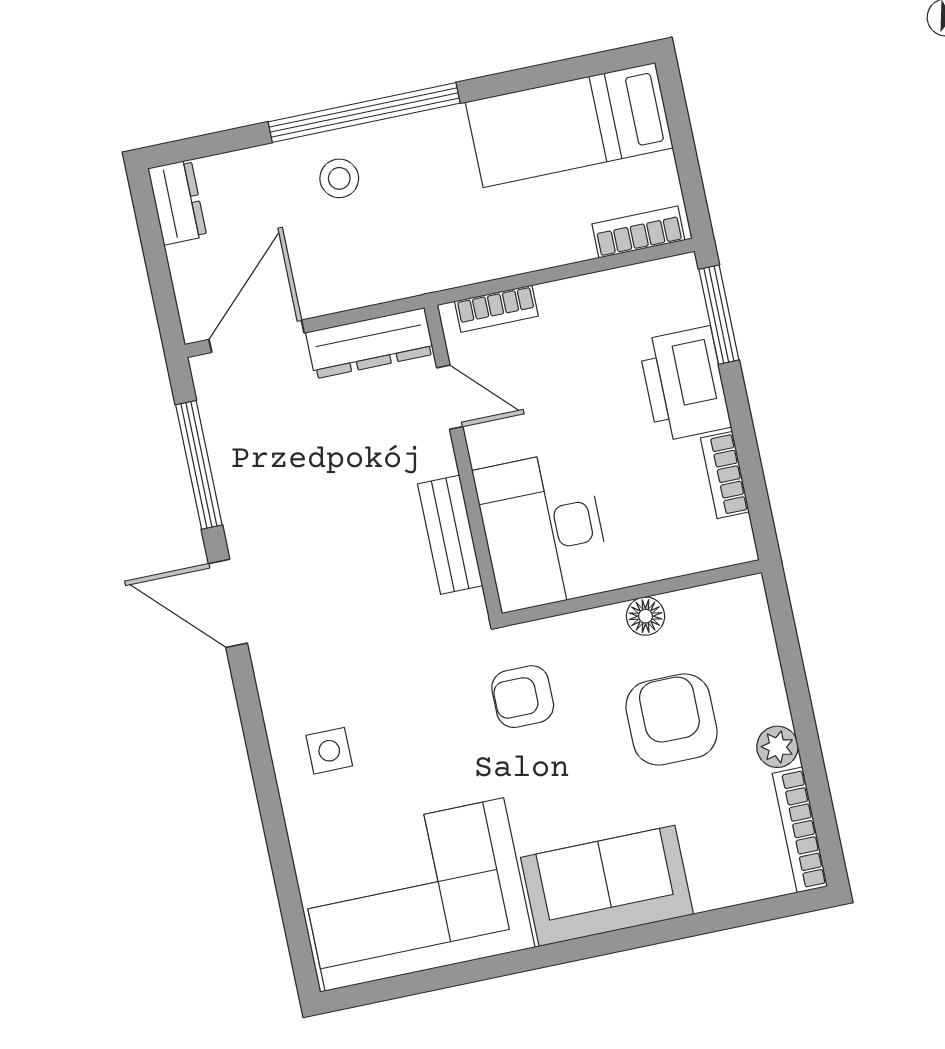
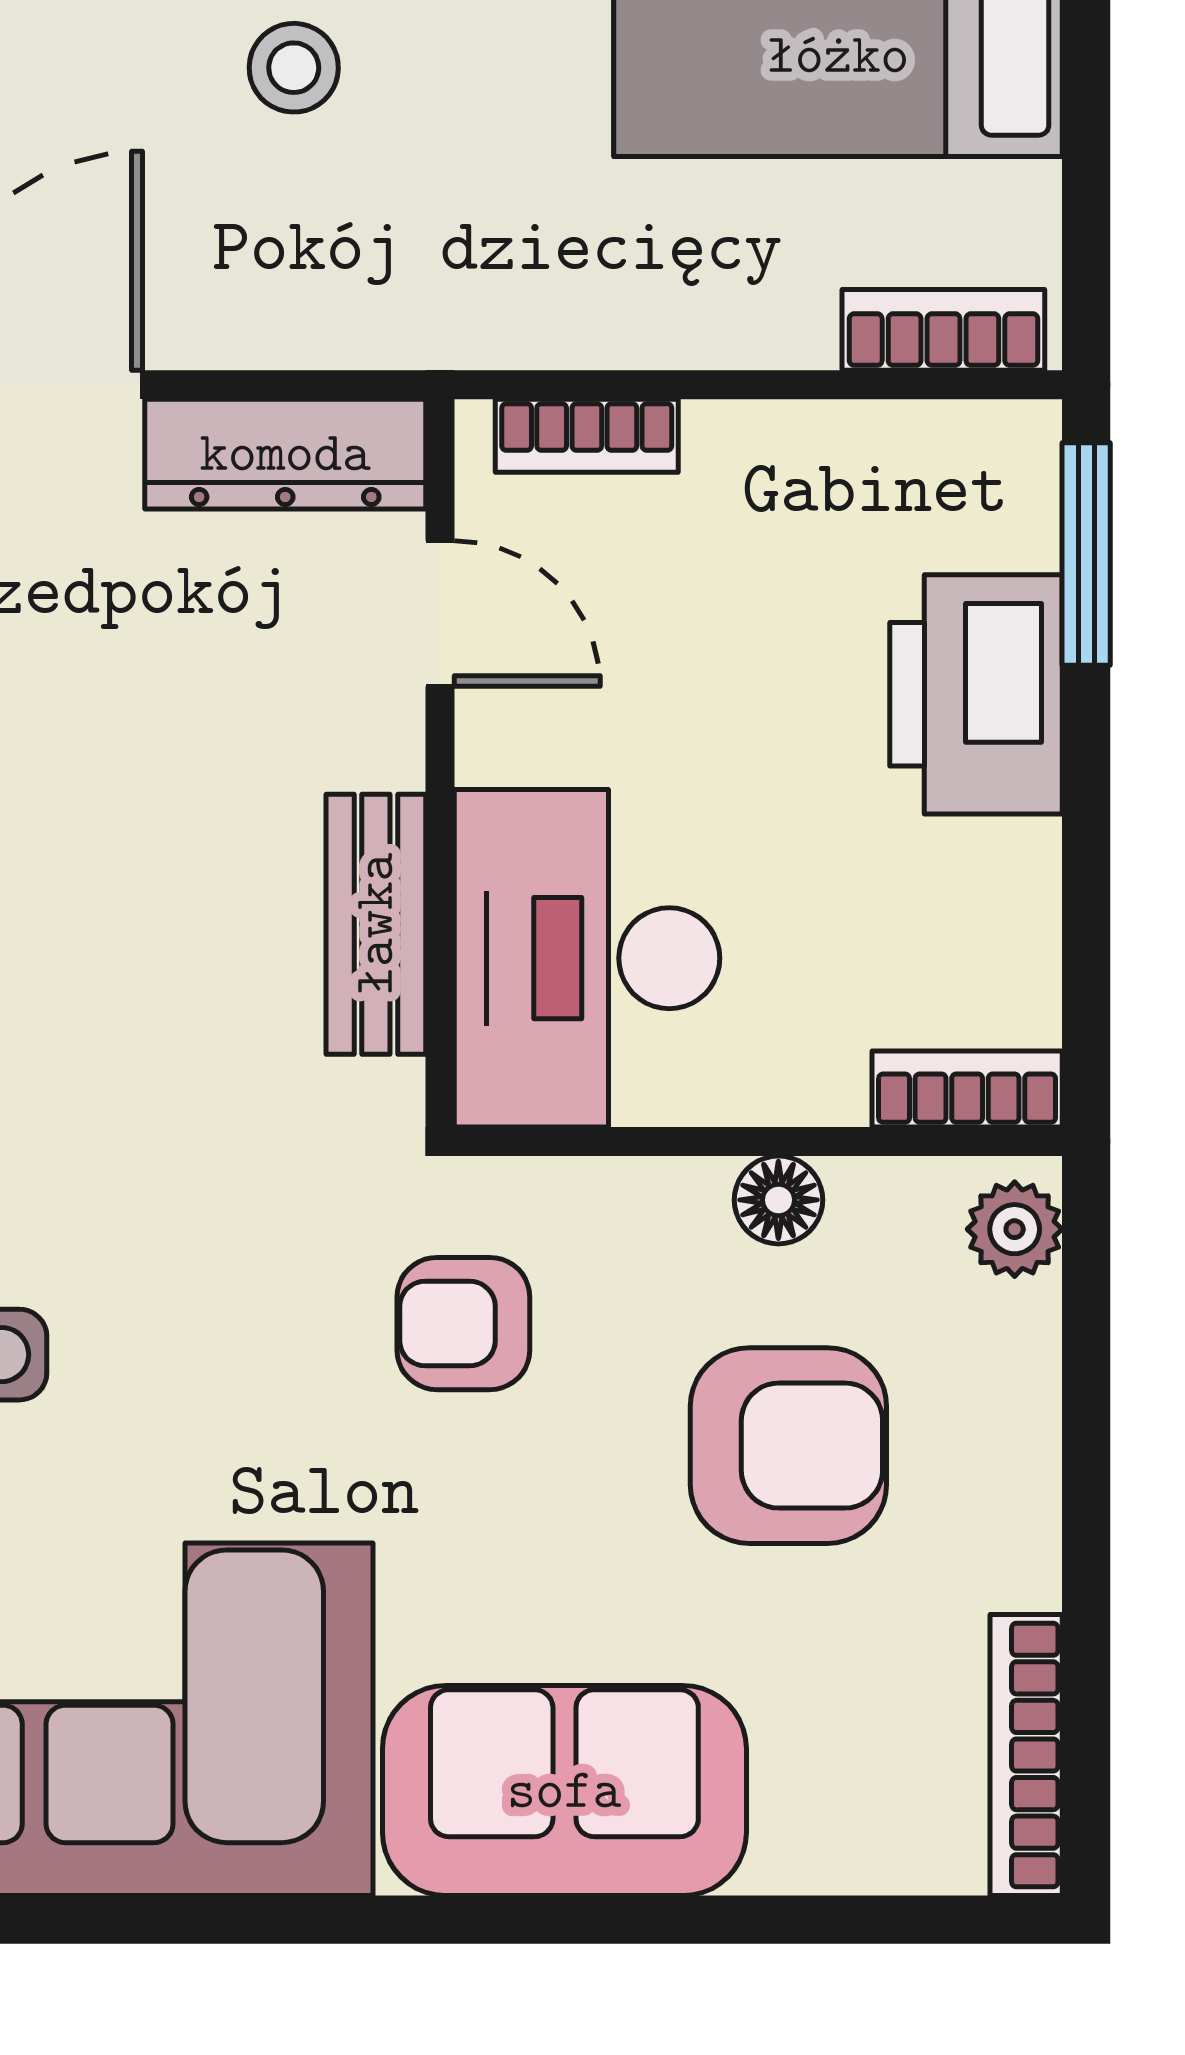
bookcase: (725, 475) -> (967, 1089), moved, turned 90
armchair: (672, 720) -> (788, 1446), turned 90
plant: (777, 747) -> (1015, 1229), moved

